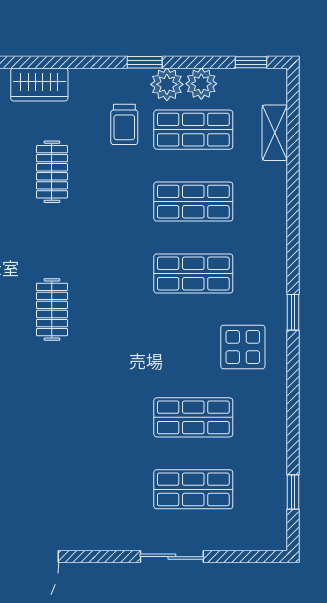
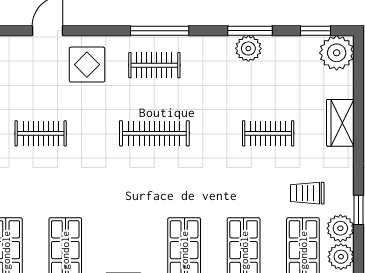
clothes rail: (52, 309) -> (154, 133), width x1.36
clothes rail: (52, 447) -> (41, 133), added

